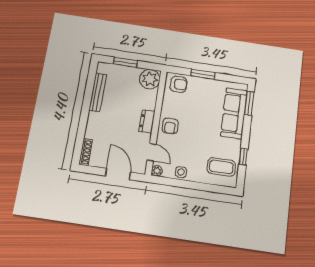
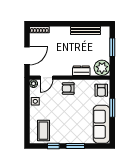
window: (249, 103) -> (75, 146), moved
sofa: (234, 113) -> (102, 124), moved, turned -90
dresser: (147, 121) -> (81, 71), moved

